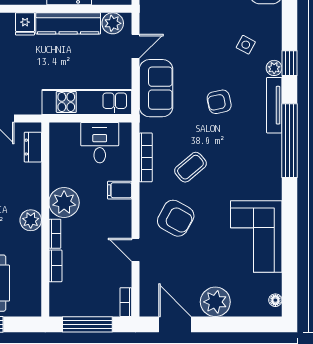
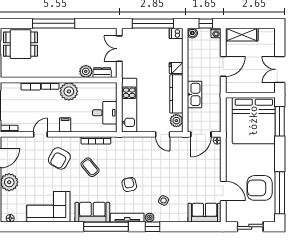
sofa: (156, 88) -> (92, 212), moved, turned 180
filing cabinet: (120, 190) -> (65, 125), moved
plant: (31, 220) -> (86, 71), moved

